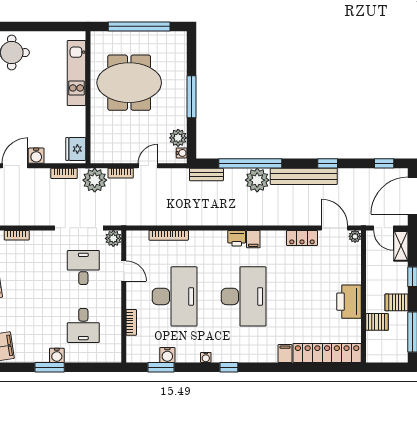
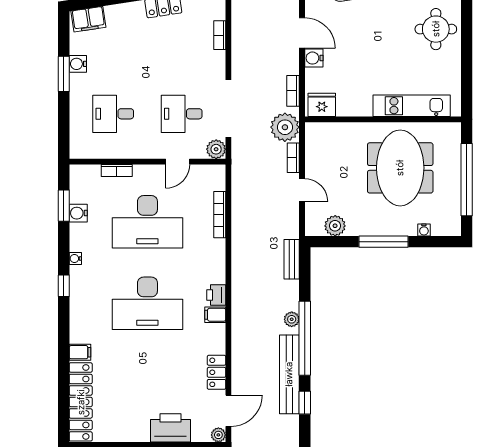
water cooler: (182, 153) -> (424, 230), moved
window: (250, 163) -> (305, 338), moved
plant: (257, 180) -> (292, 319), width x0.53, depth x0.53
desk: (83, 267) -> (182, 114), turned 180
printer: (349, 302) -> (170, 428), moved
water cooler: (57, 355) -> (78, 64), moved

